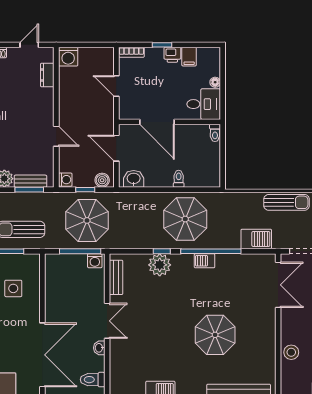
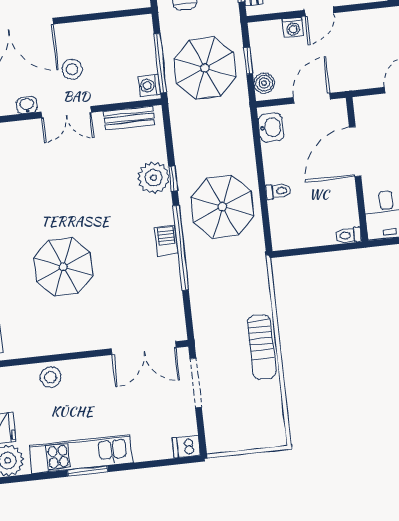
washing machine: (65, 180) -> (293, 27), moved
barbecue: (256, 239) -> (205, 310), removed
stool: (78, 314) -> (72, 69), added

